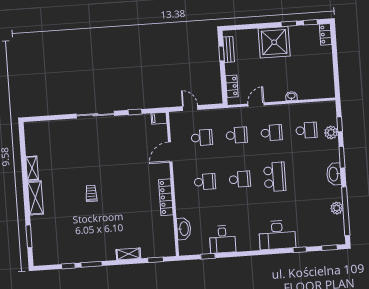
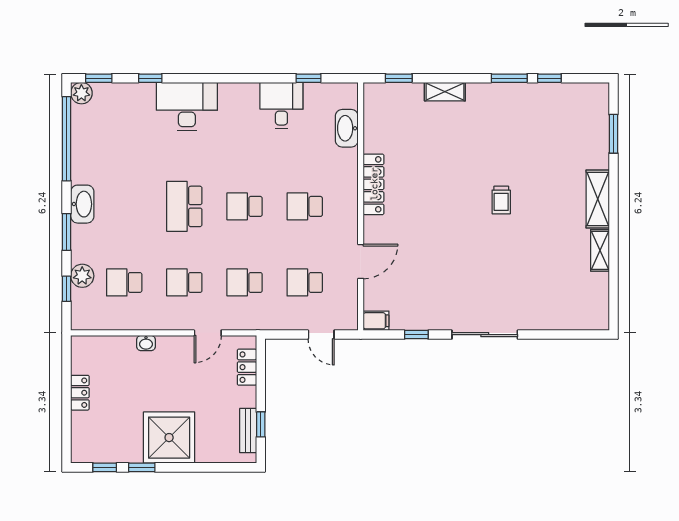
locker: (325, 34) -> (80, 393), moved
plant: (337, 208) -> (81, 93), moved

